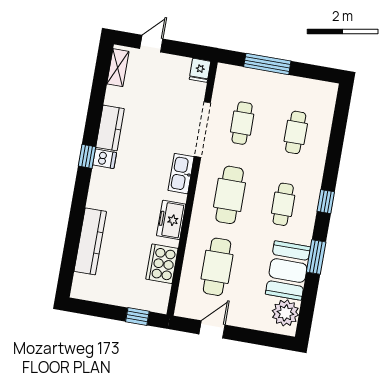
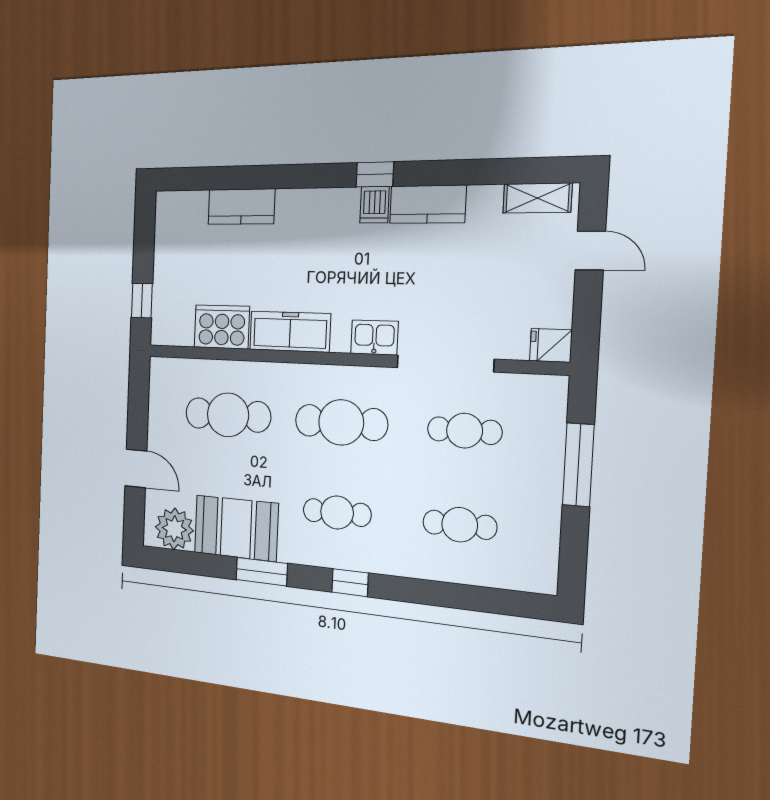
kitchen sink: (181, 174) -> (374, 337), width x0.73
freezer: (171, 220) -> (290, 332), width x1.40
kitchen counter: (90, 241) -> (241, 207), width x0.67
door: (212, 329) -> (136, 468), moved

